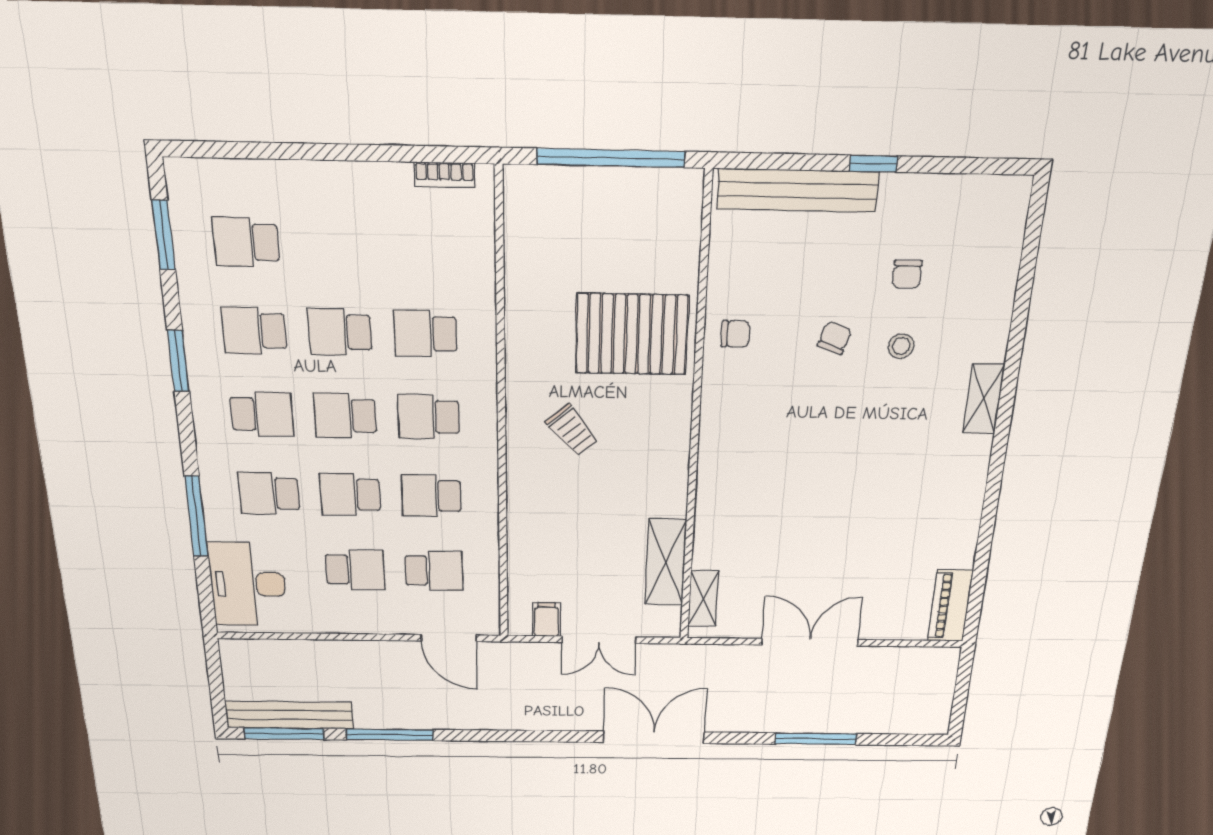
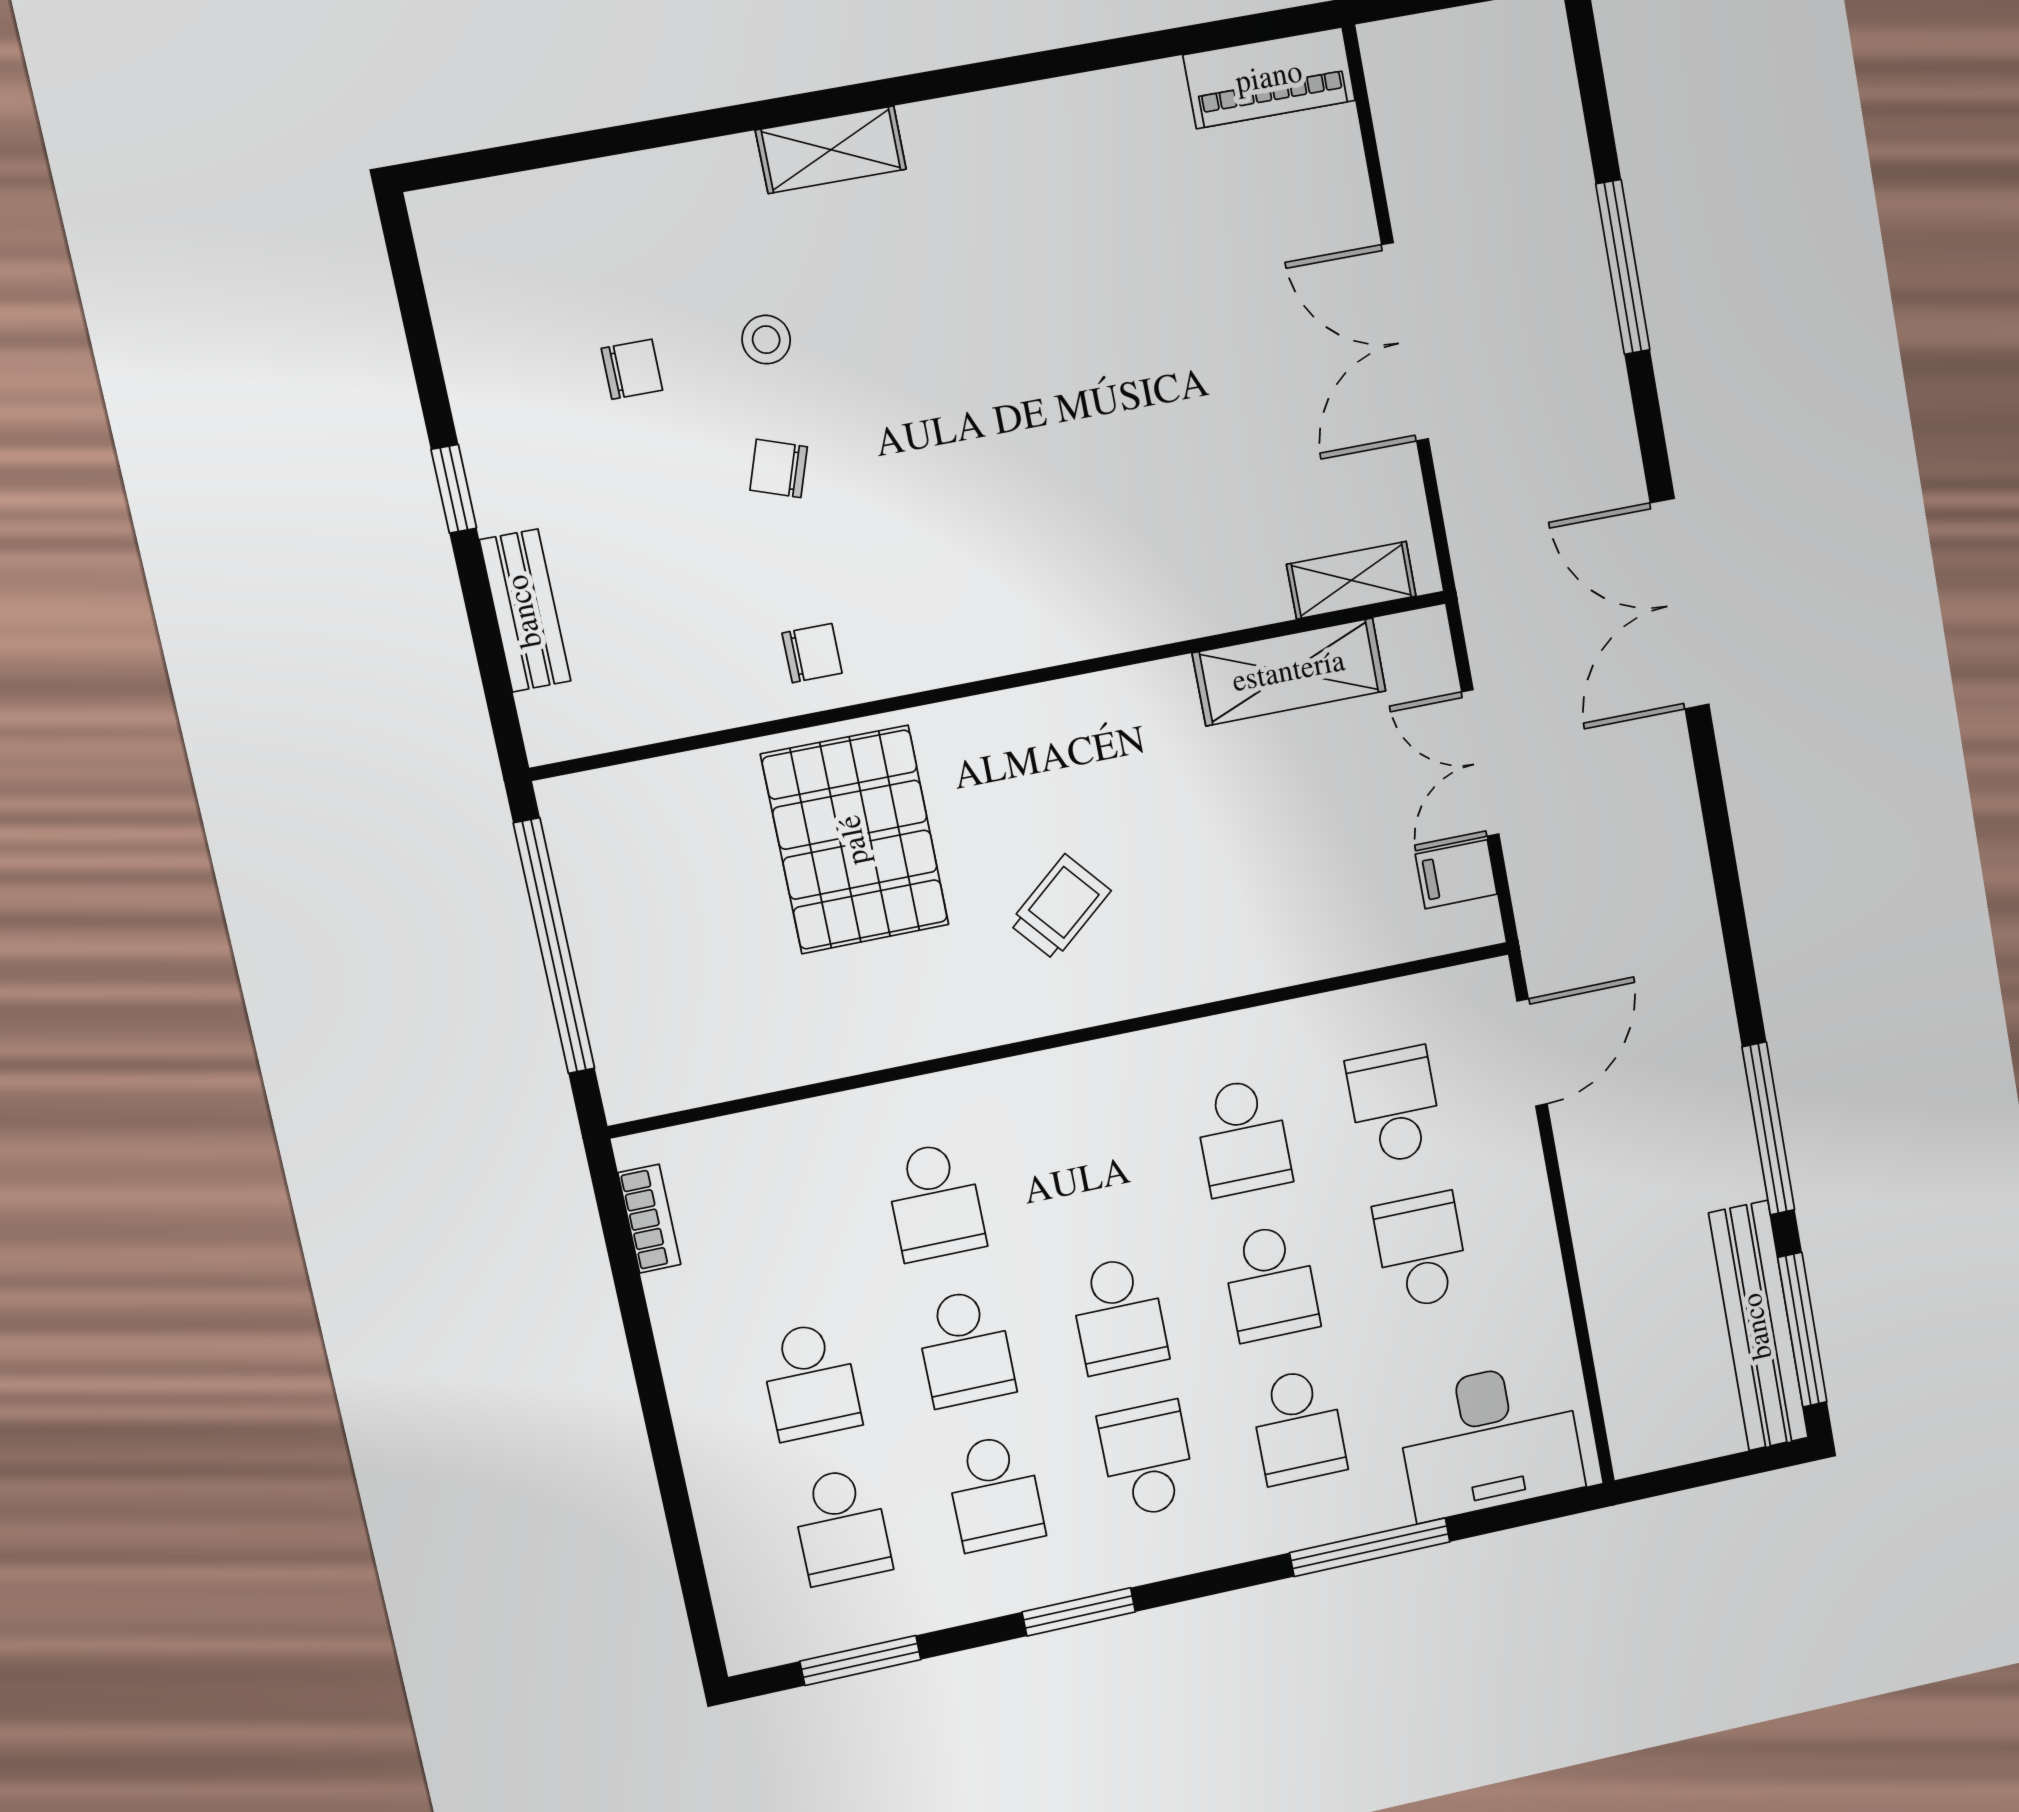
bench: (798, 190) -> (525, 611), width x0.54, depth x0.82
chair: (735, 334) -> (812, 653), turned 90
school desk: (428, 417) -> (810, 1381), moved
double door: (599, 640) -> (1480, 763), swing flipped

